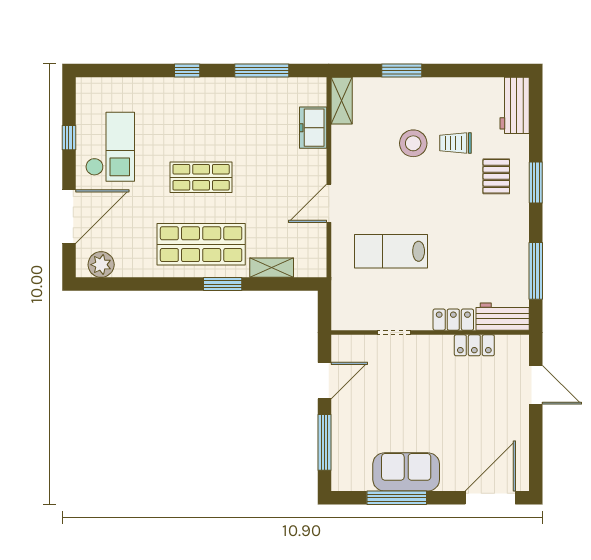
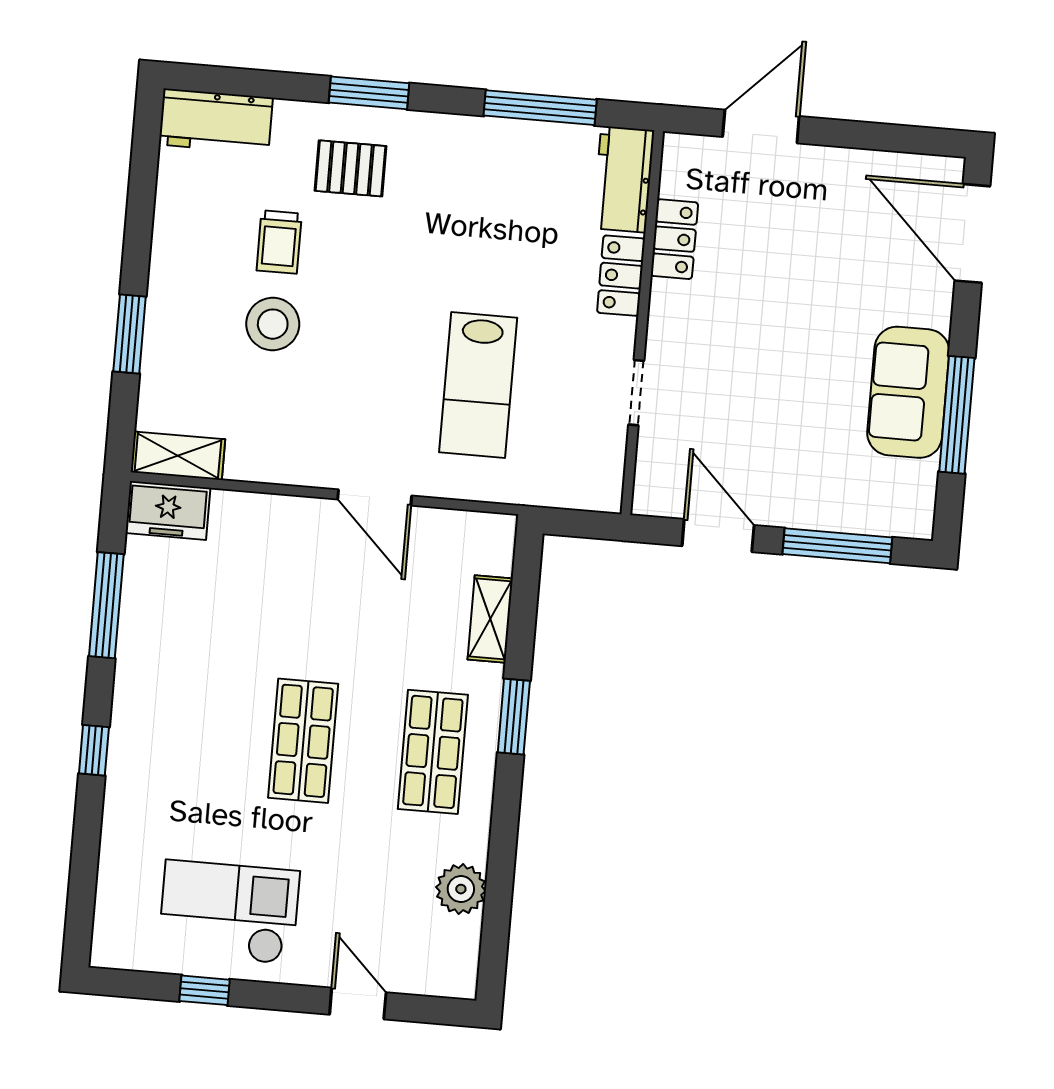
freezer: (313, 128) -> (168, 510), moved
door: (69, 217) -> (358, 1003), width x0.53
shop shelf: (201, 244) -> (433, 752), width x0.70, depth x0.74
plant: (101, 265) -> (461, 889), moved

